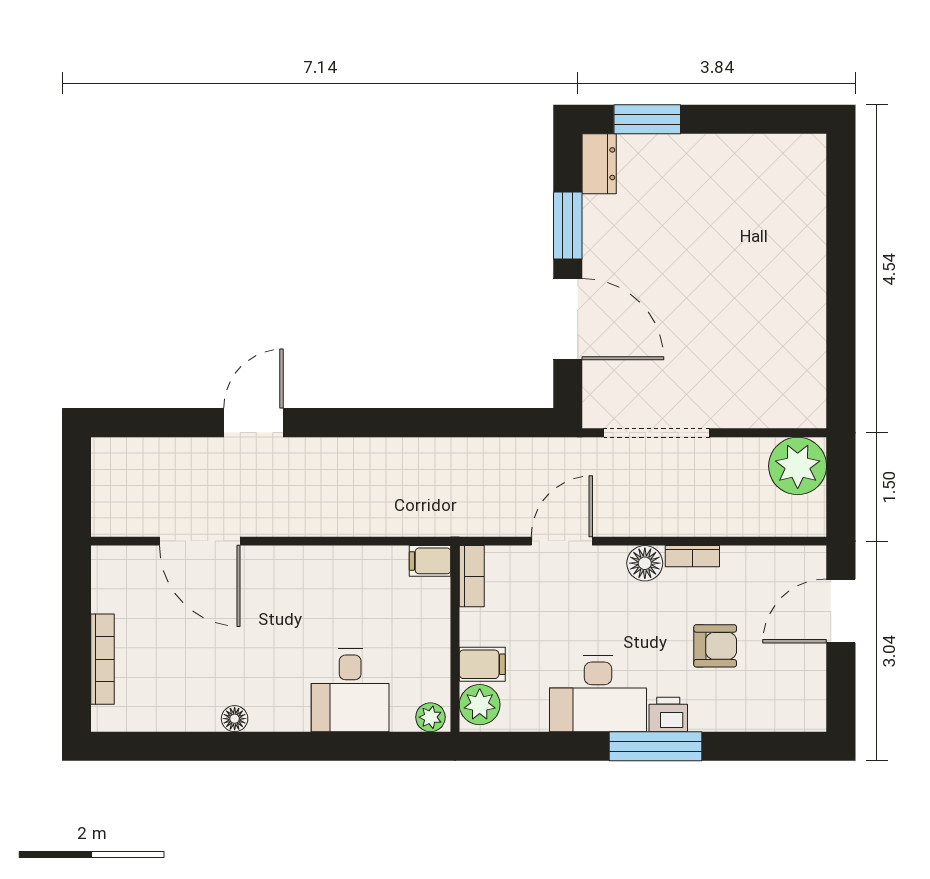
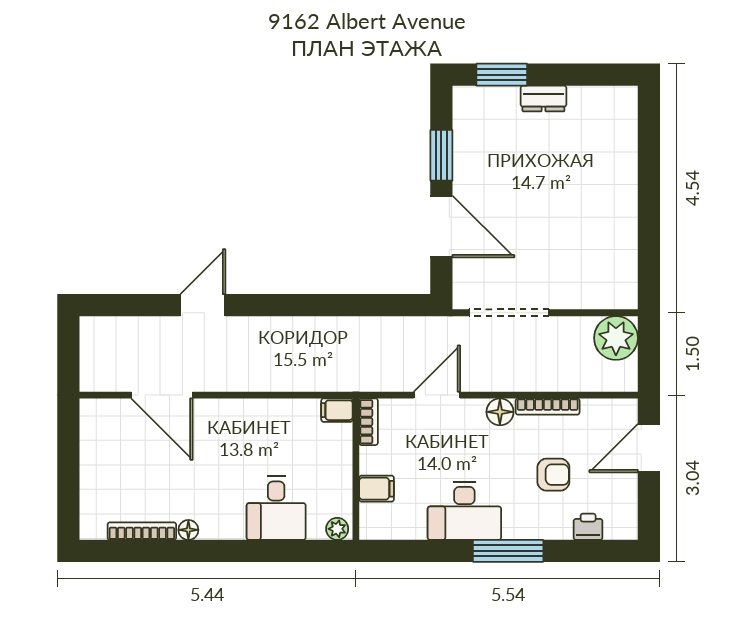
dresser: (599, 164) -> (543, 98), moved, turned 90
bookcase: (692, 556) -> (548, 407), width x1.56
bookcase: (103, 659) -> (142, 531), moved, turned -90
plant: (480, 705) -> (375, 519), removed
printer: (668, 715) -> (588, 527), moved

